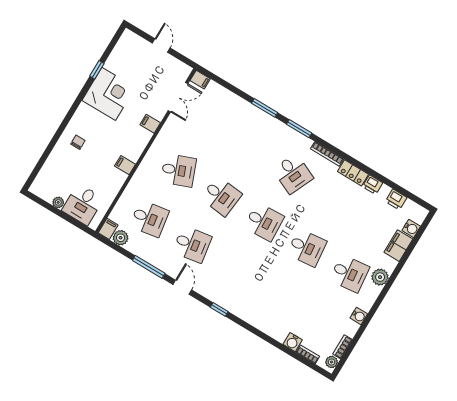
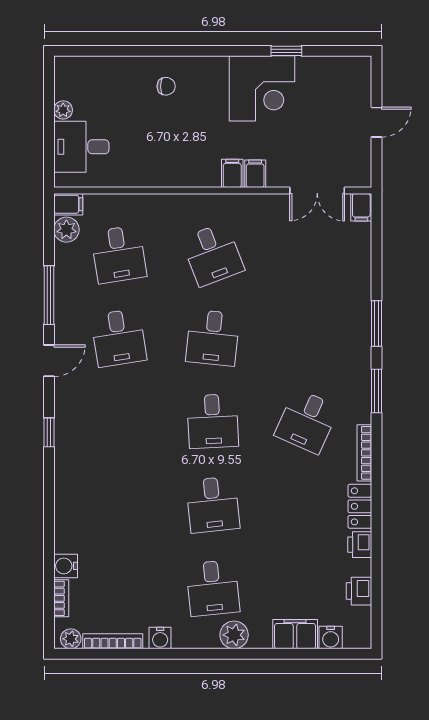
filing cabinet: (125, 165) -> (232, 173), moved
bookcase: (342, 347) -> (113, 641), width x1.56

